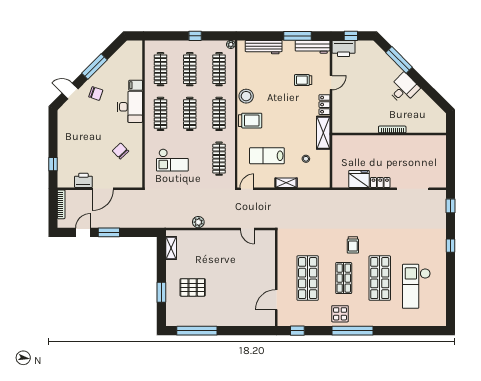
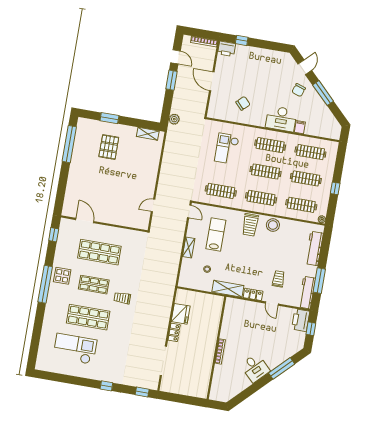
printer: (83, 180) -> (227, 49), moved, turned 90
plant: (198, 222) -> (174, 119), moved

